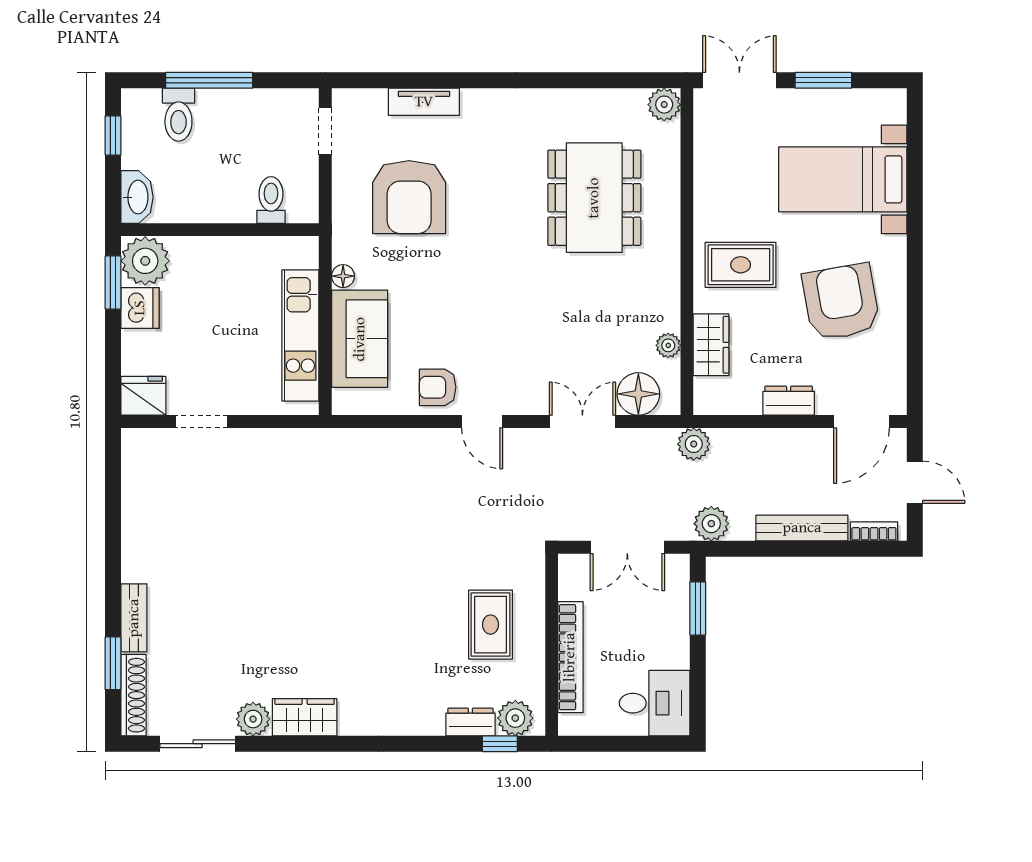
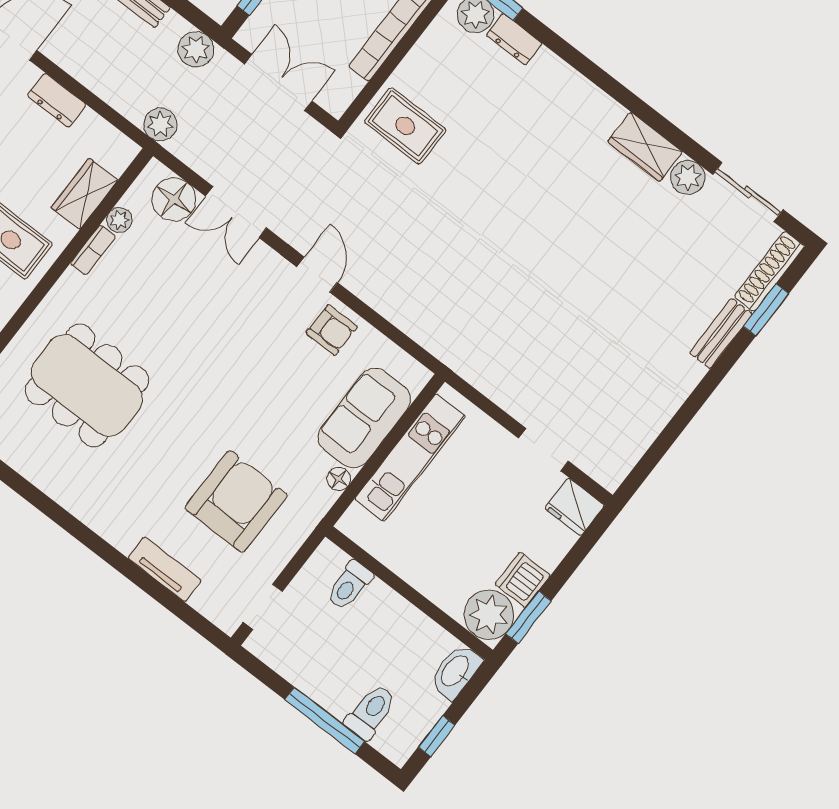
dining table: (594, 198) -> (87, 385), turned 90
bookcase: (671, 306) -> (93, 250), added
rug: (491, 625) -> (405, 126), moved, turned 90

